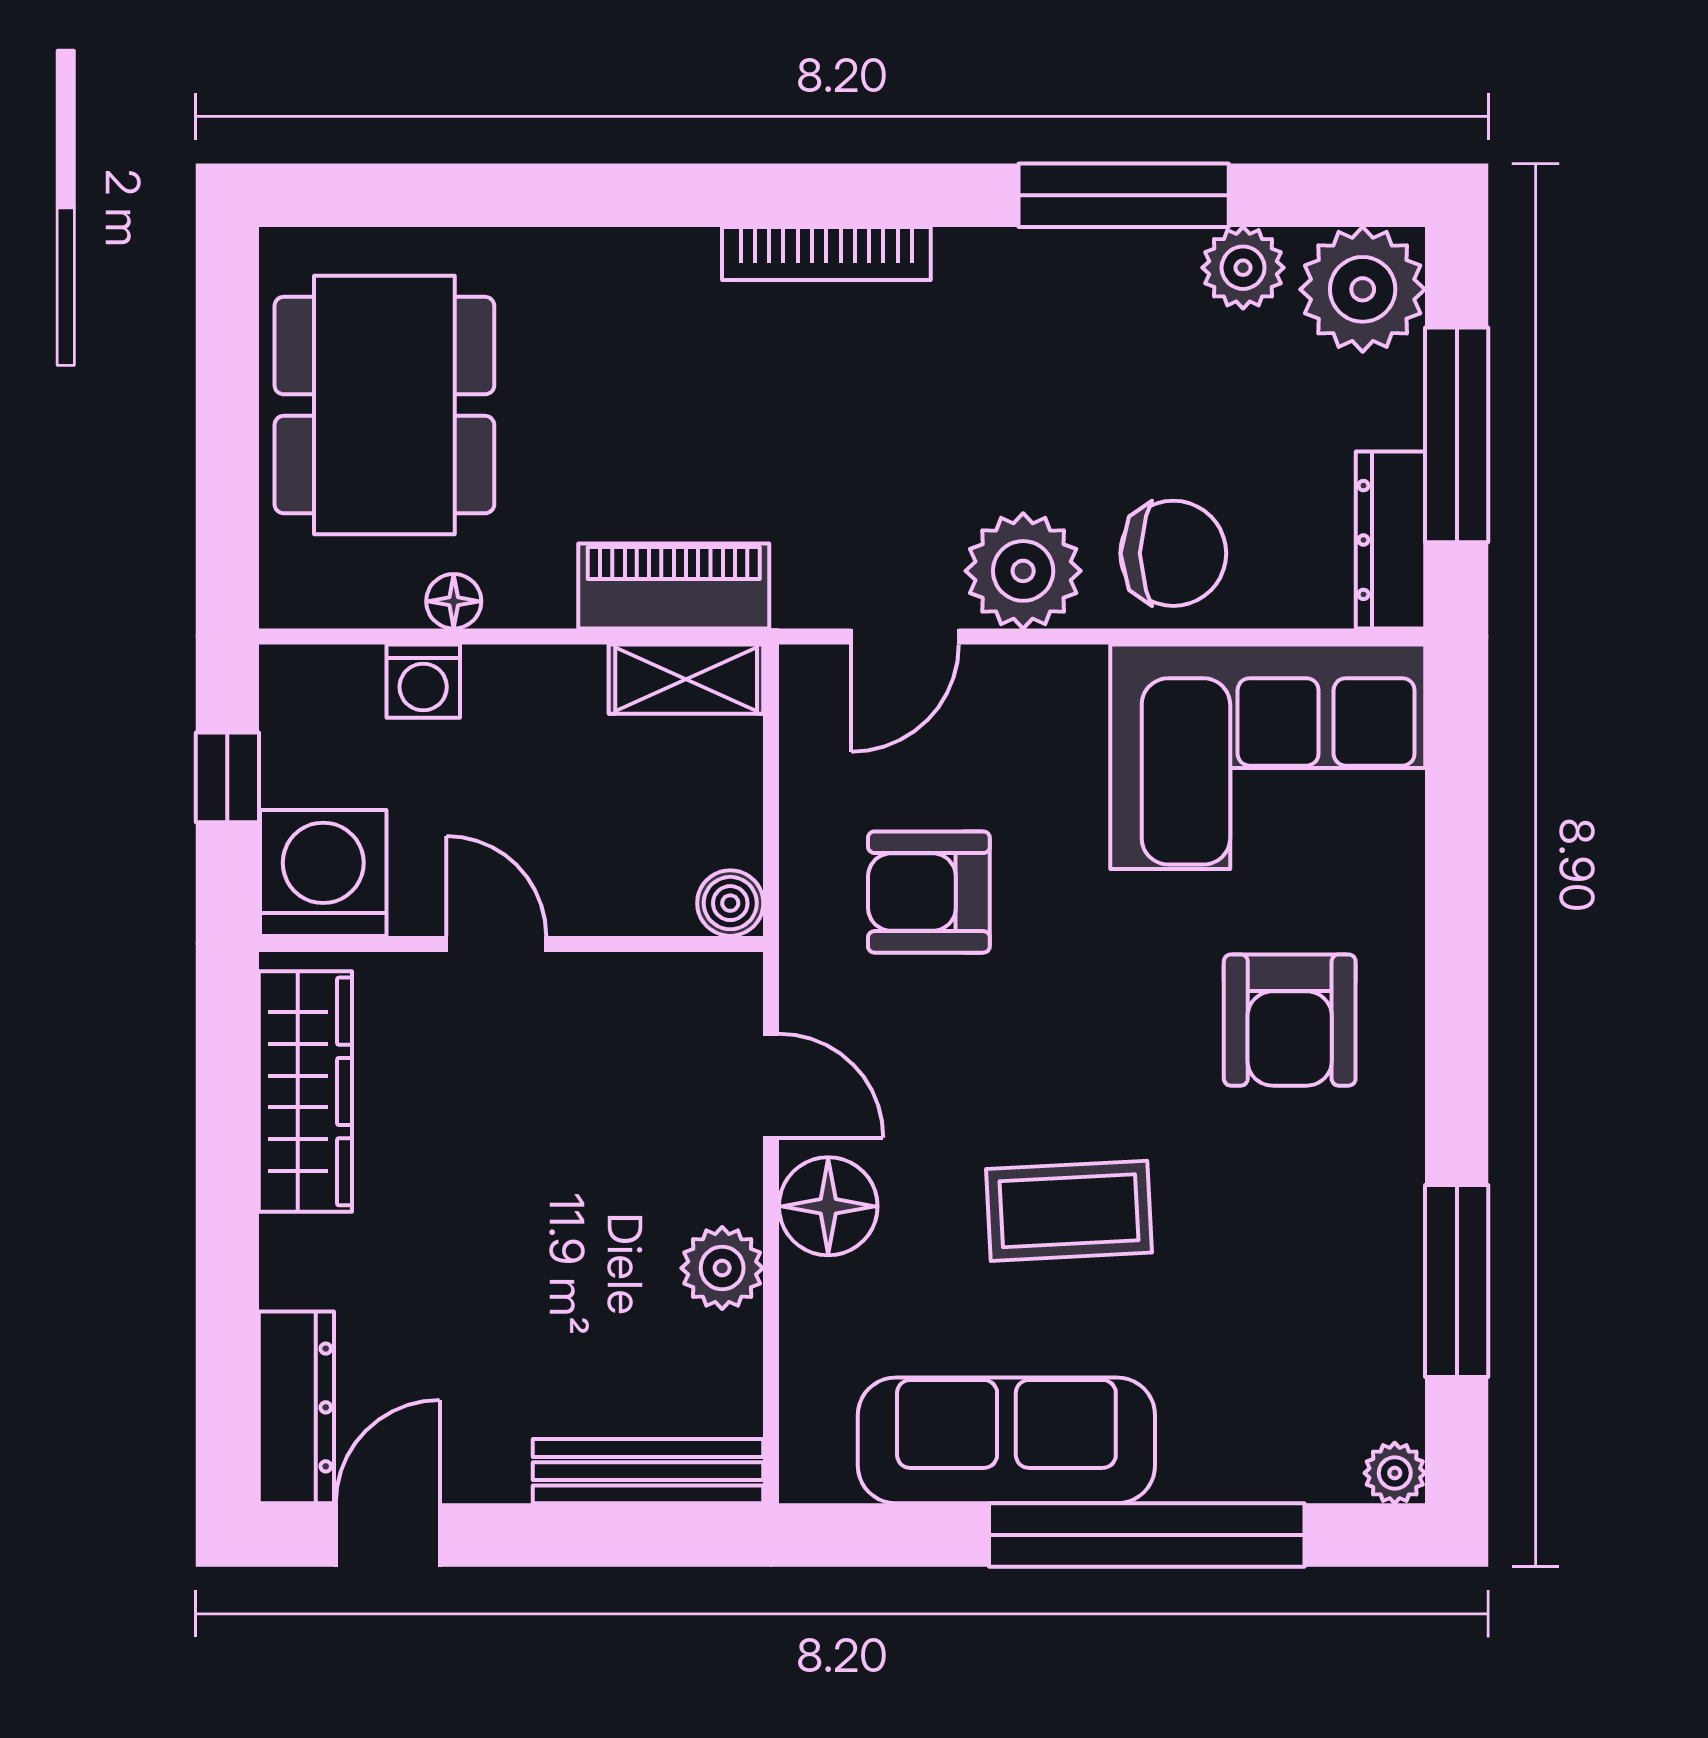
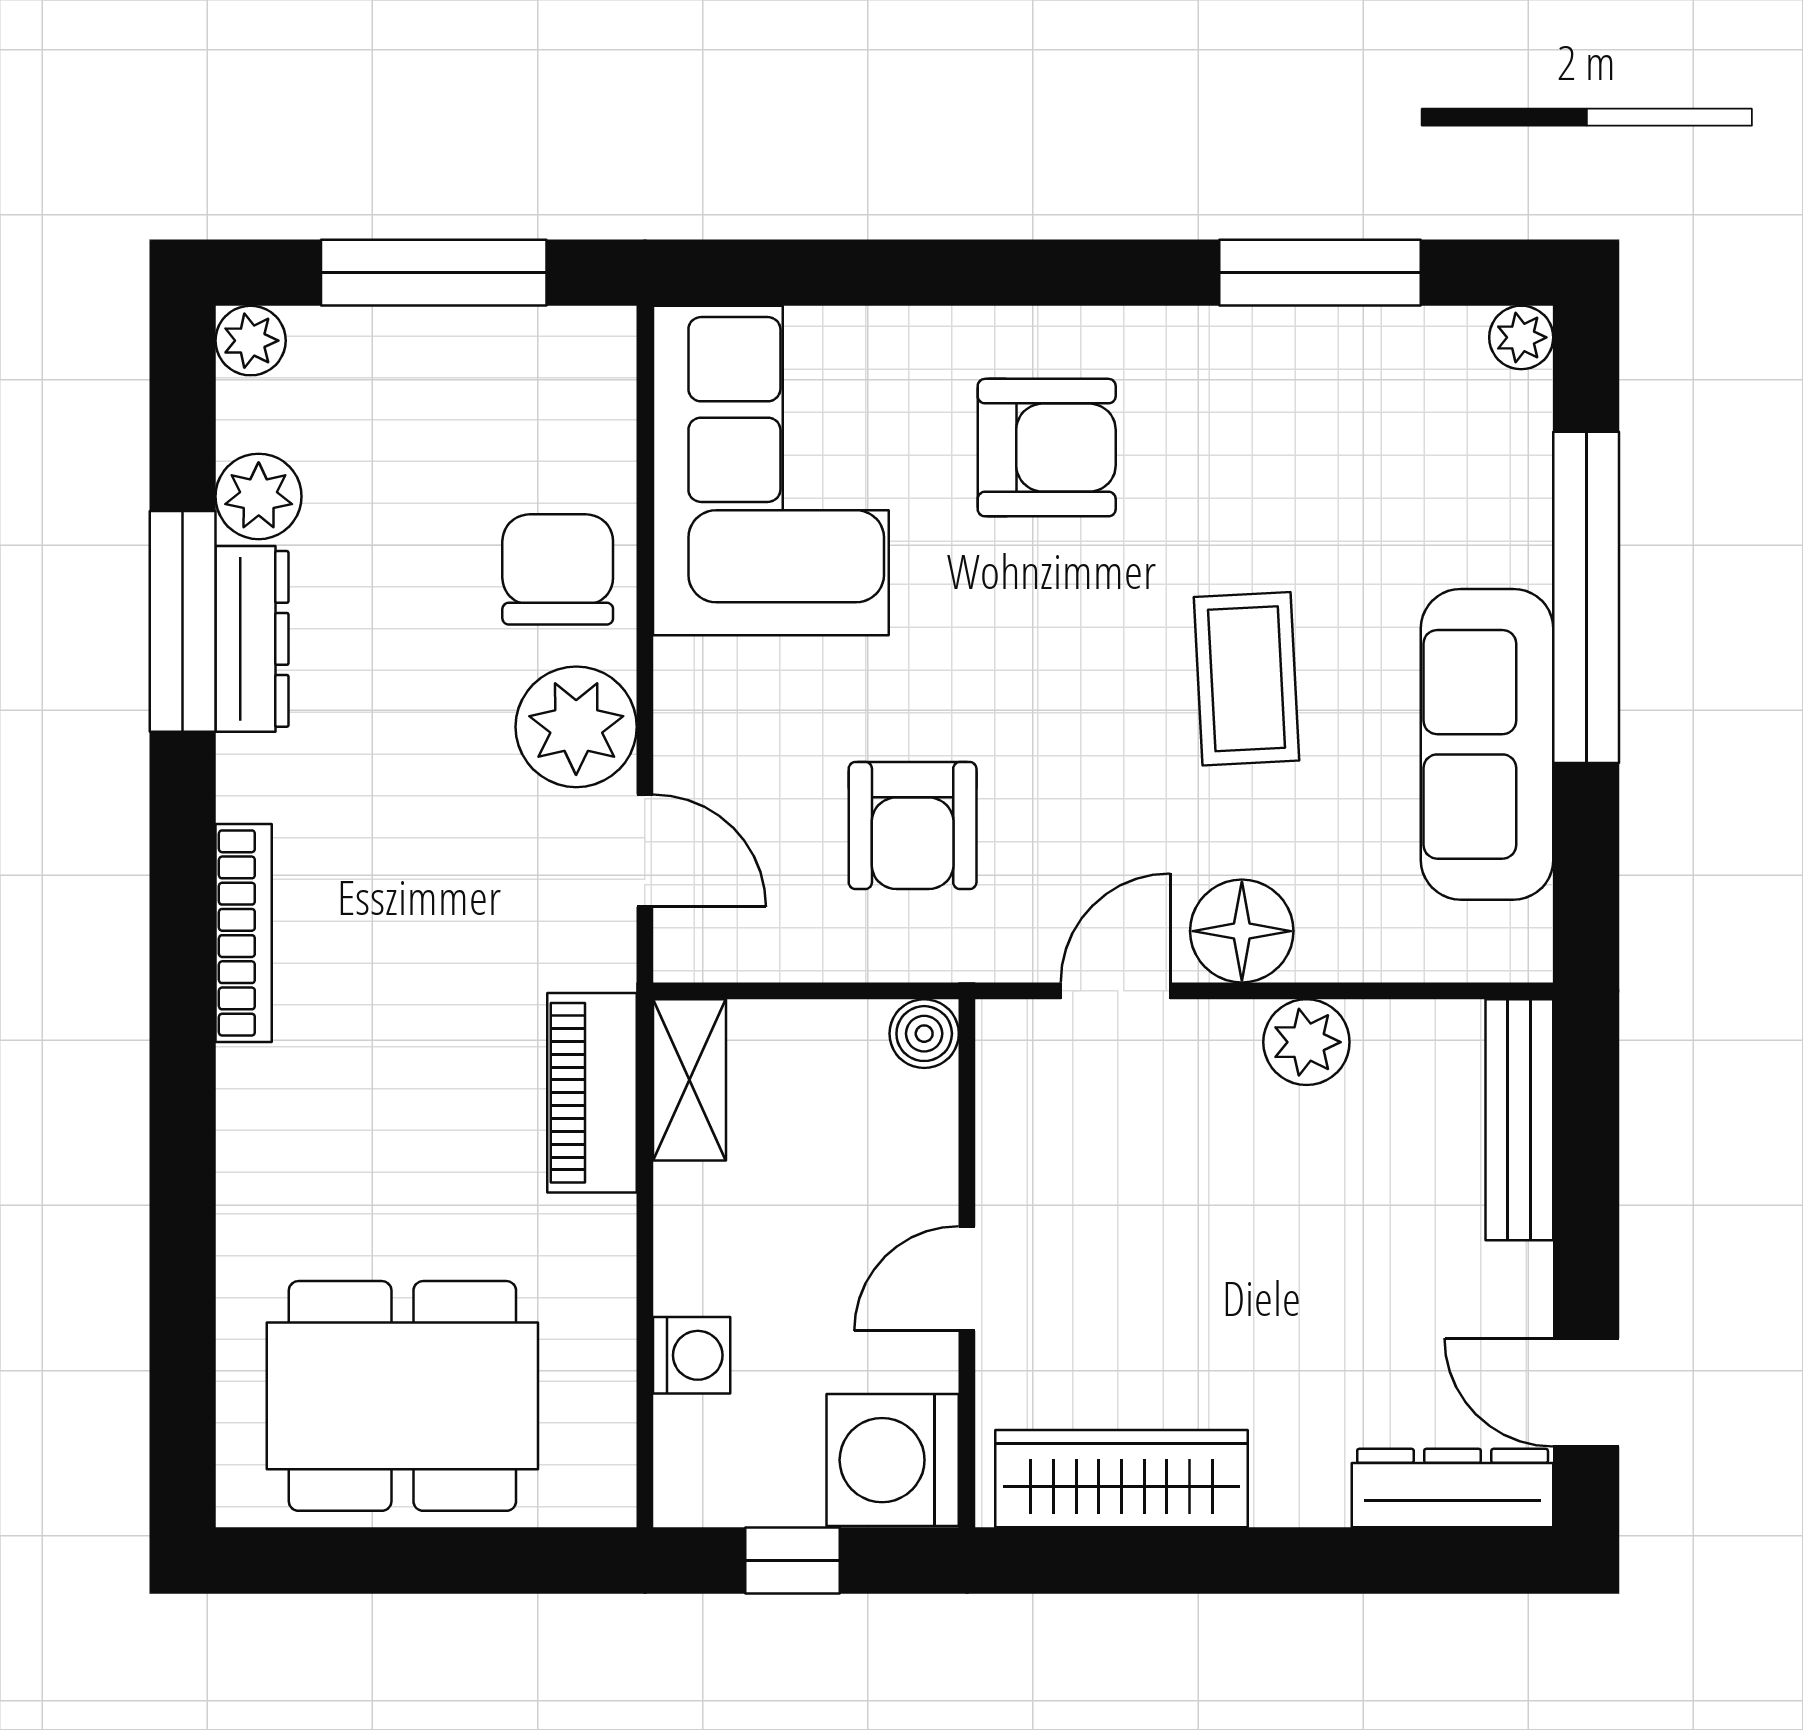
plant: (1363, 289) -> (251, 341), width x0.53, depth x0.53
dresser: (1390, 540) -> (252, 639), moved, turned -90
floor lamp: (454, 601) -> (608, 1323), removed

